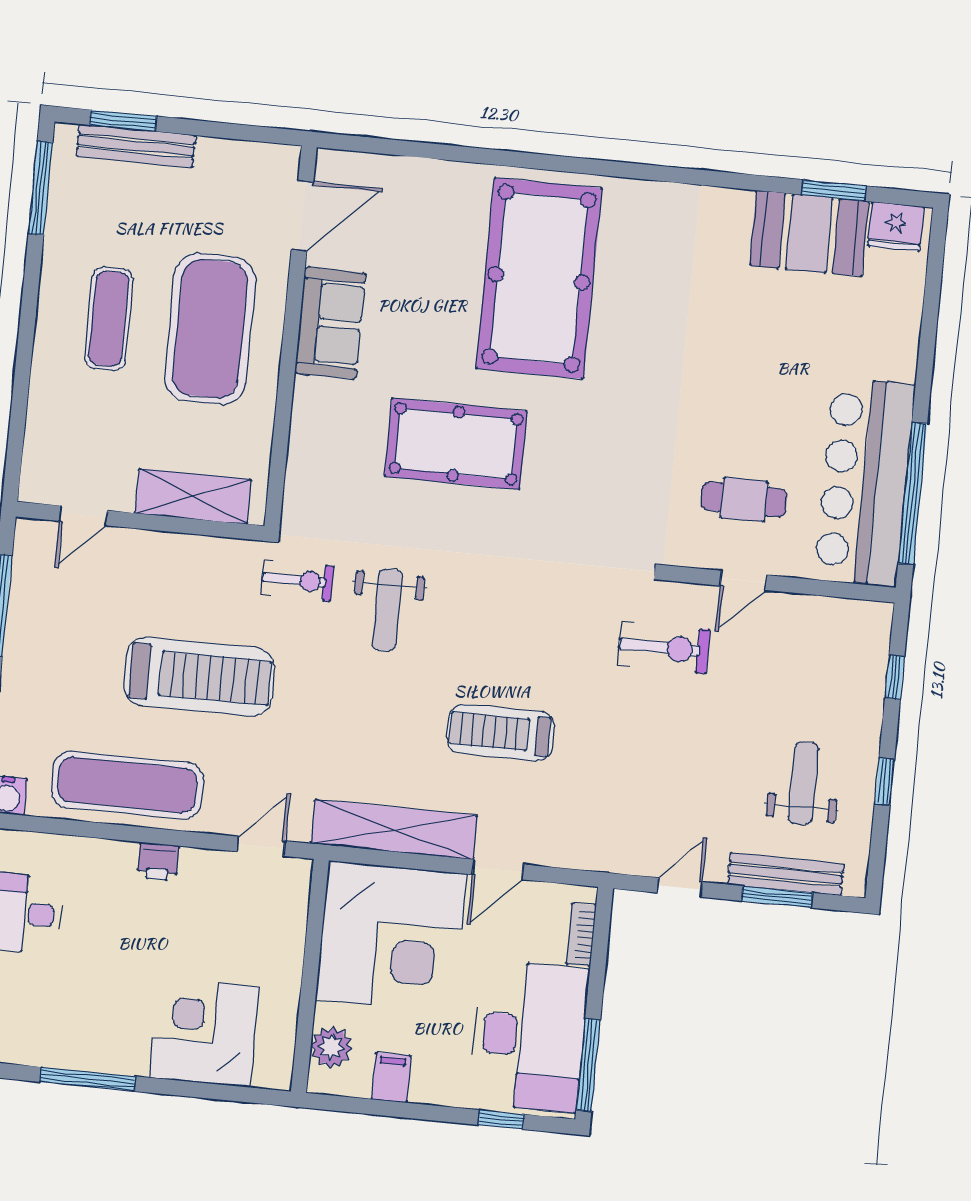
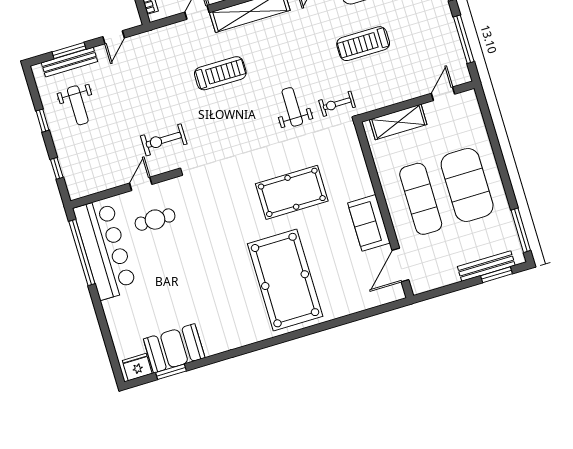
exercise mat: (109, 319) -> (467, 185), width x2.00, depth x1.45
exercise mat: (210, 329) -> (421, 199), width x0.68
treadmill: (199, 677) -> (363, 44), width x0.73, depth x0.73

